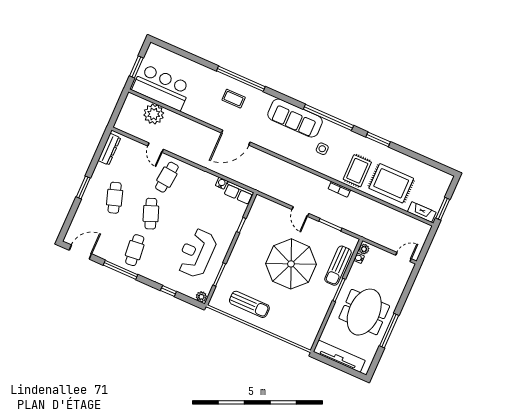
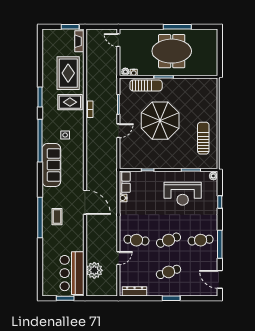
tv unit: (339, 356) -> (212, 55), removed

